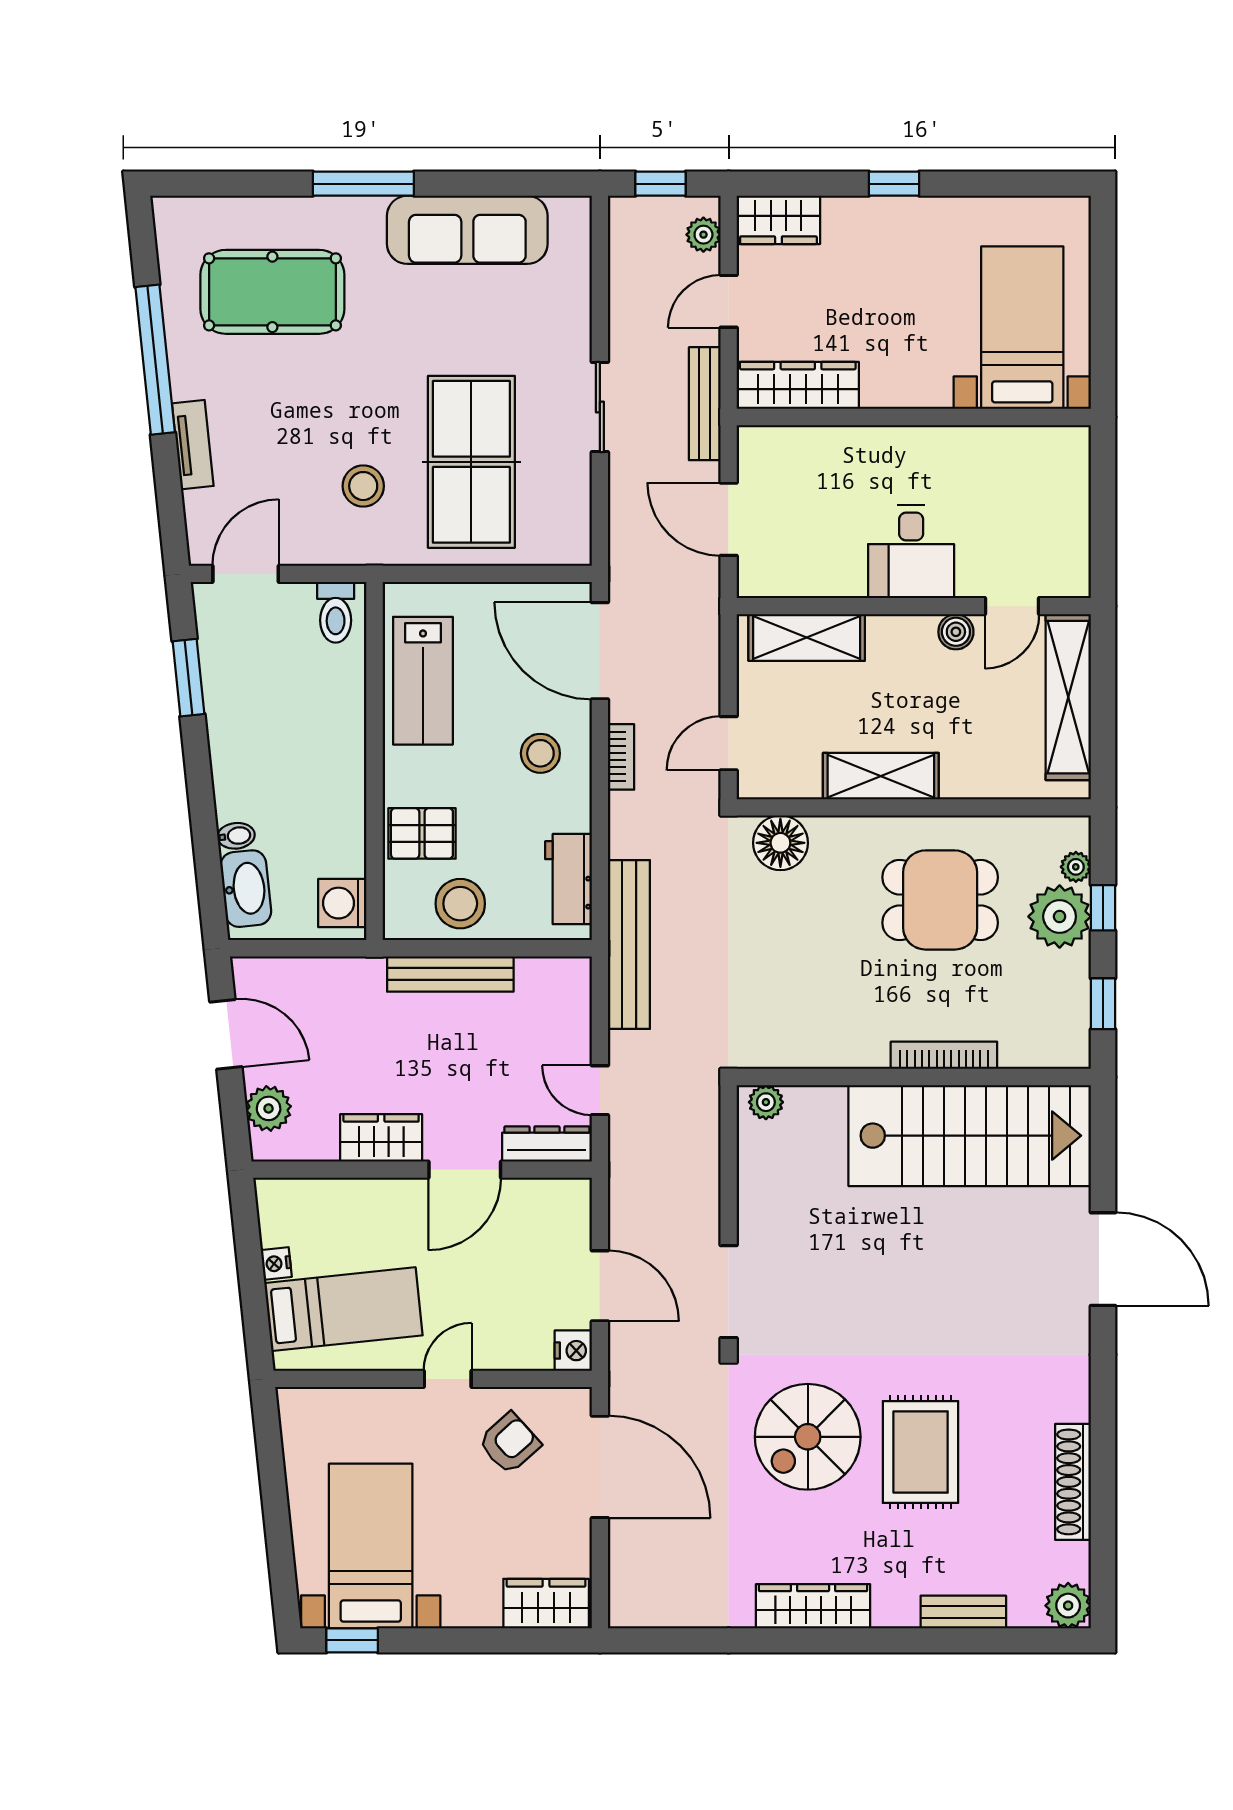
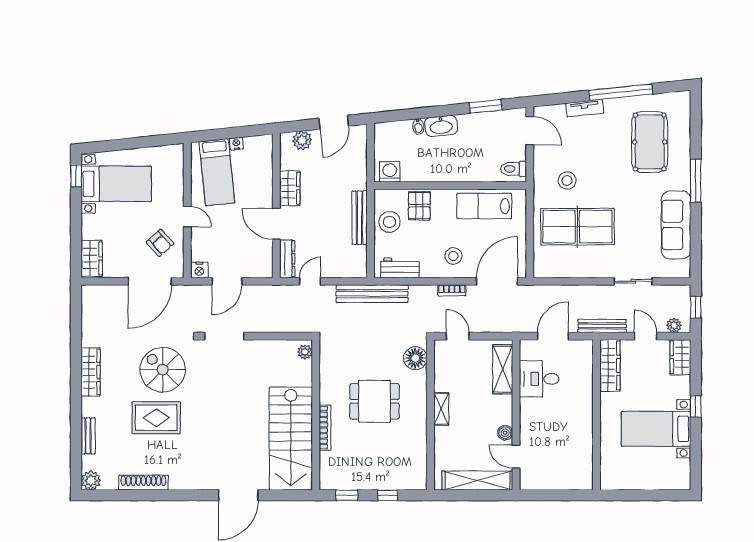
bed with nightstands: (1022, 328) -> (656, 429), moved, turned 180
sliding door: (600, 407) -> (633, 281), moved
desk: (911, 552) -> (539, 379), moved
shelving: (881, 776) -> (441, 409), width x0.67, depth x0.75
plant: (1076, 867) -> (405, 484), removed
washbasin: (246, 889) -> (441, 126), moved
dining table: (940, 900) -> (374, 401), moved, turned 90
plant: (1060, 917) -> (384, 477), removed

